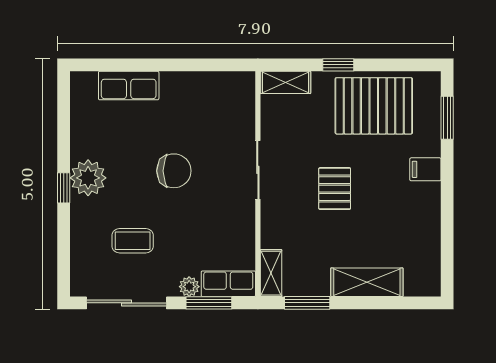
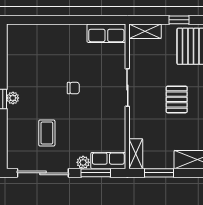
row of seats: (129, 86) -> (106, 33), moved
chair: (174, 171) -> (73, 88), width x0.54, depth x0.54
plant: (88, 178) -> (13, 98), width x0.53, depth x0.53
coffee table: (133, 241) -> (47, 133), turned 90

